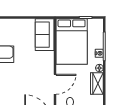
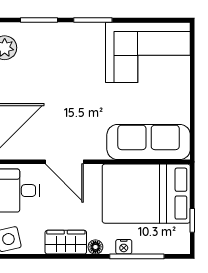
sofa: (45, 35) -> (149, 142), width x1.36

